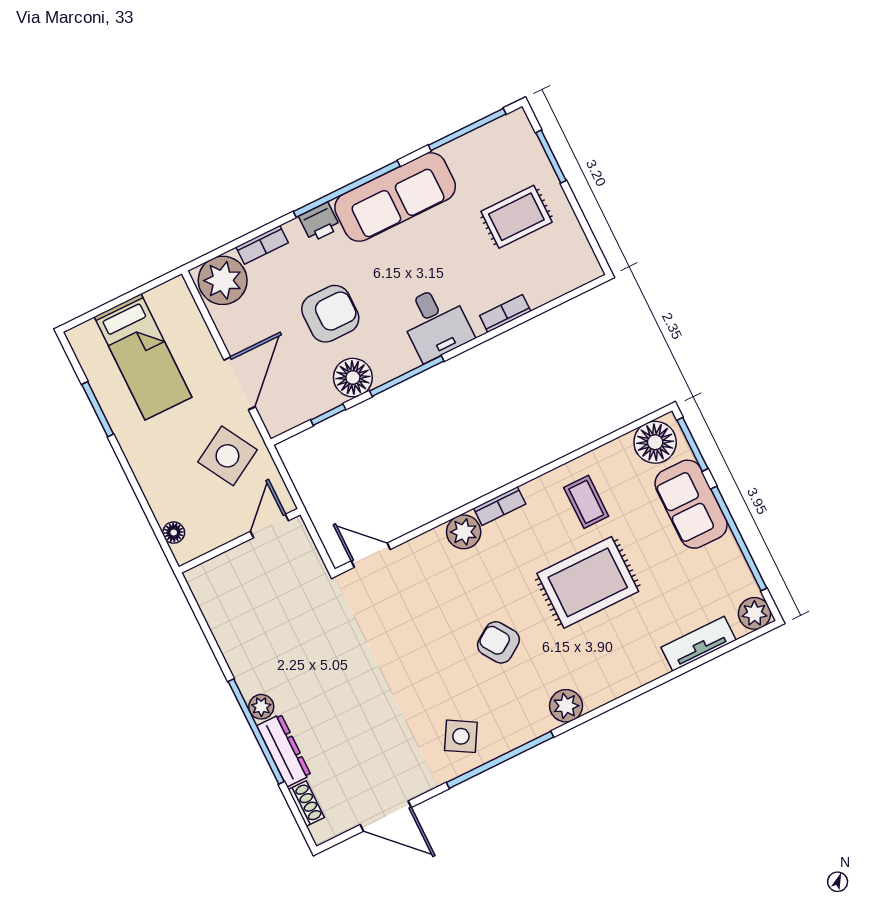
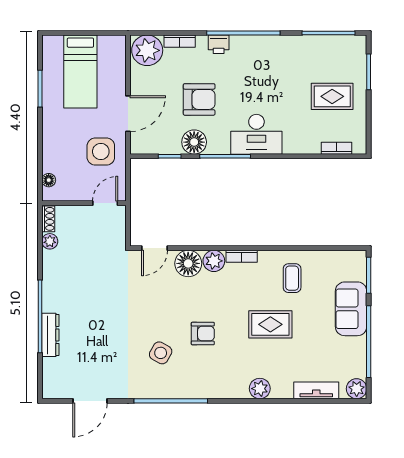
sofa: (395, 197) -> (269, 51), removed
bookcase: (505, 313) -> (337, 148), moved
desk: (436, 323) -> (256, 134), width x1.37
floor lamp: (655, 442) -> (188, 263), moved
side table: (227, 456) -> (101, 152), turned 30
door: (371, 555) -> (155, 248), swing flipped
rug: (588, 582) -> (270, 324), width x0.73, depth x0.70
armchair: (498, 642) -> (203, 334), turned 124
plant: (566, 706) -> (260, 389), moved
plant: (261, 707) -> (50, 241), moved
side table: (461, 736) -> (161, 353), moved
shoe rack: (306, 803) -> (48, 219), moved
door: (386, 816) -> (90, 401), hinge flipped

